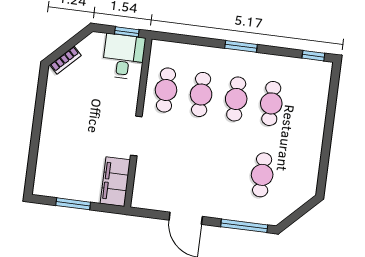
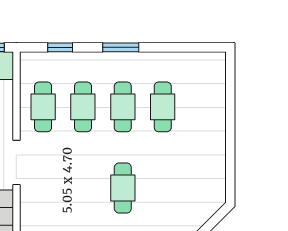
window: (313, 56) -> (60, 47), moved
cafe table: (262, 175) -> (123, 188), moved

